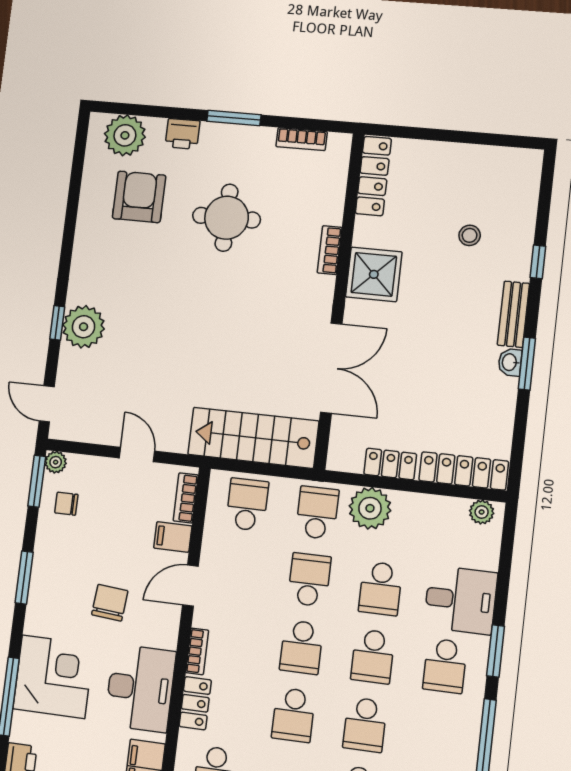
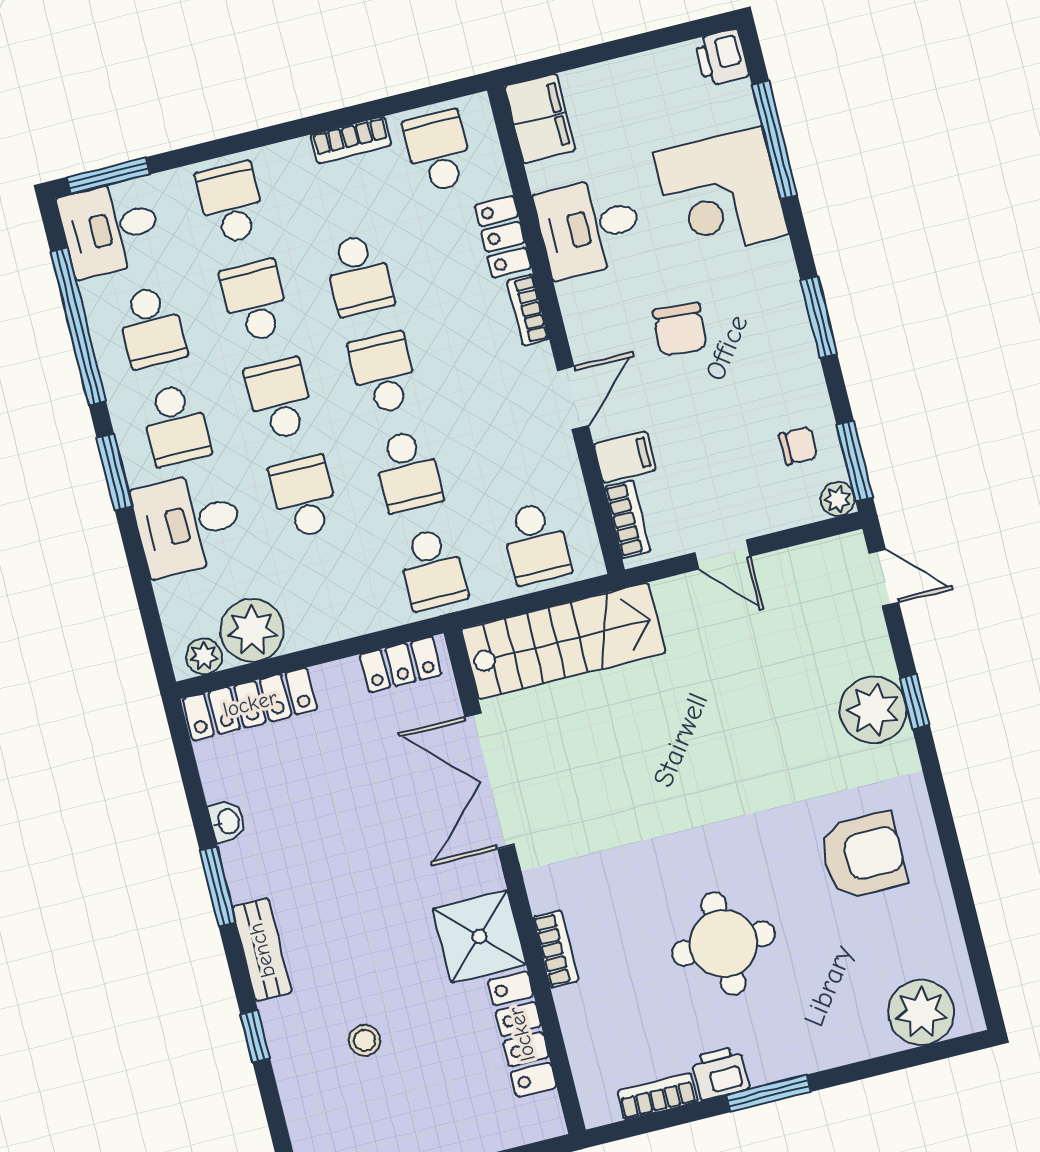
printer: (183, 134) -> (720, 1073), moved
locker: (373, 176) -> (522, 1034), moved
armchair: (139, 197) -> (863, 855), moved, turned -90
washbasin: (510, 362) -> (227, 822), moved
locker: (390, 464) -> (401, 665), moved
plant: (370, 508) -> (252, 630), moved
school desk: (445, 666) -> (176, 425), turned 180
desk: (140, 688) -> (589, 227), width x0.73
school desk: (293, 715) -> (359, 275), turned 180
school desk: (437, 734) -> (151, 327), added

